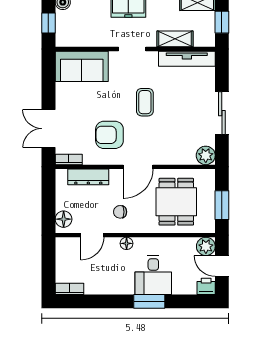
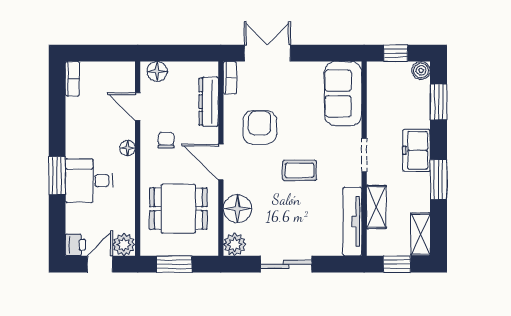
floor lamp: (176, 153) -> (237, 209), added

